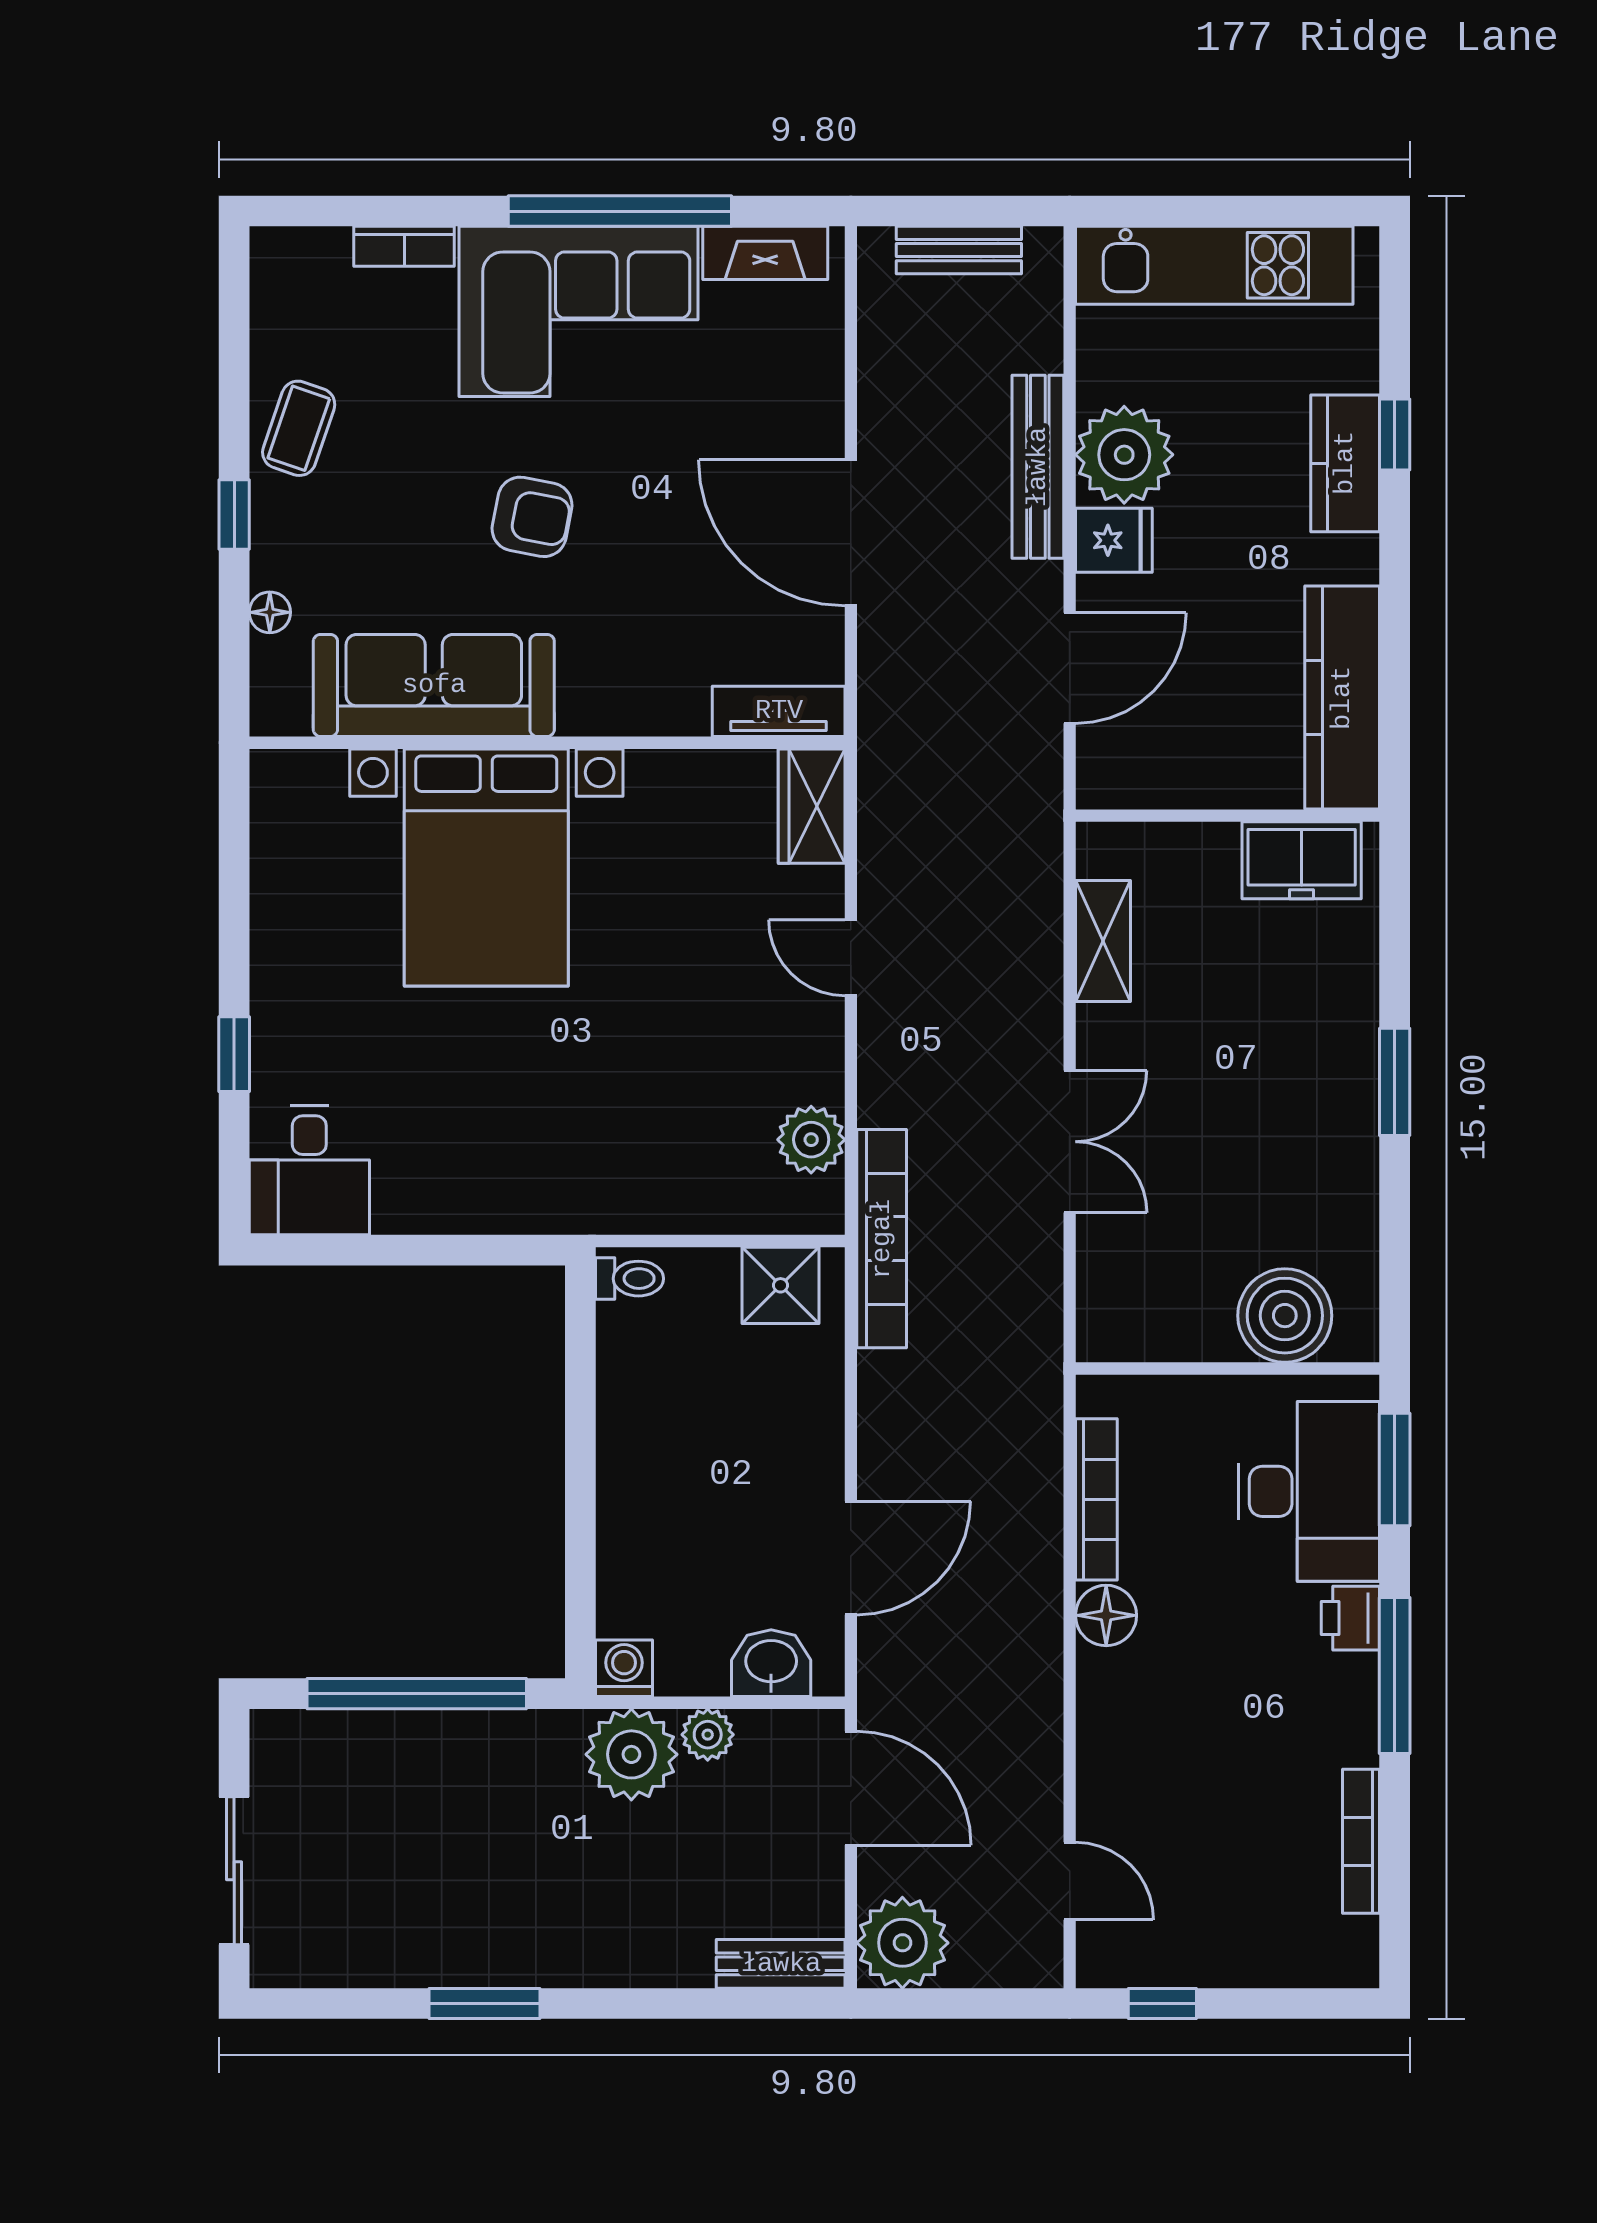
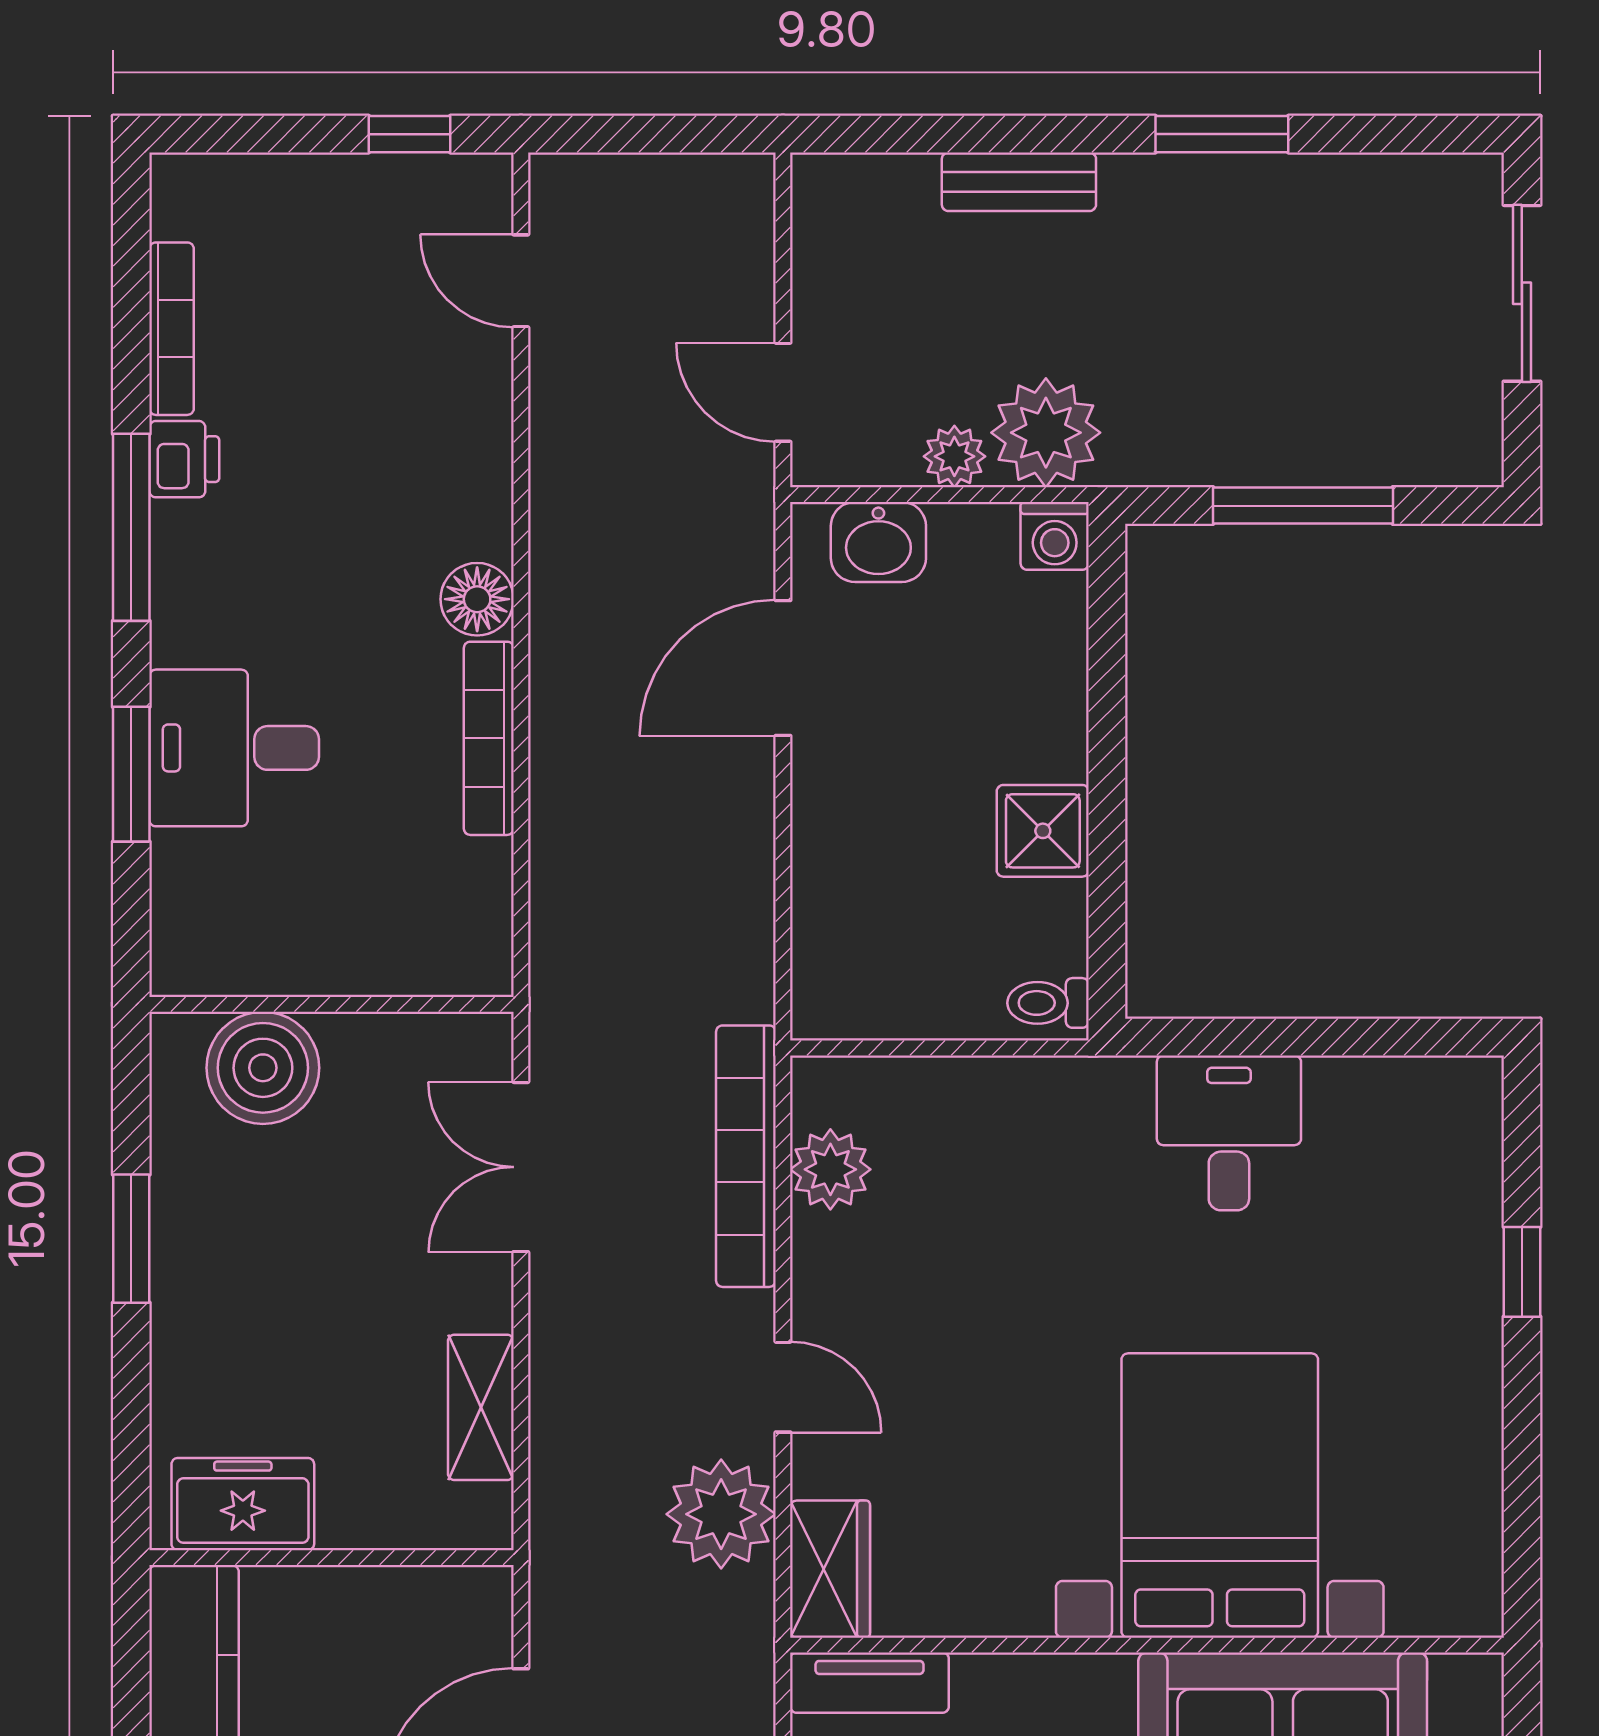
desk: (309, 1170) -> (1229, 1133), moved
bookcase: (882, 1239) -> (746, 1156), moved
shower: (780, 1285) -> (1043, 831), moved
boiler: (1285, 1316) -> (263, 1068), moved
wall: (1228, 1369) -> (331, 1004), moved
desk: (1309, 1491) -> (234, 748), width x0.73
printer: (1350, 1618) -> (184, 459), moved
window: (417, 1694) -> (1303, 506), width x0.68
door: (851, 1788) -> (783, 392), width x0.73
plant: (902, 1943) -> (721, 1514), moved
bench: (781, 1964) -> (1019, 182), moved

